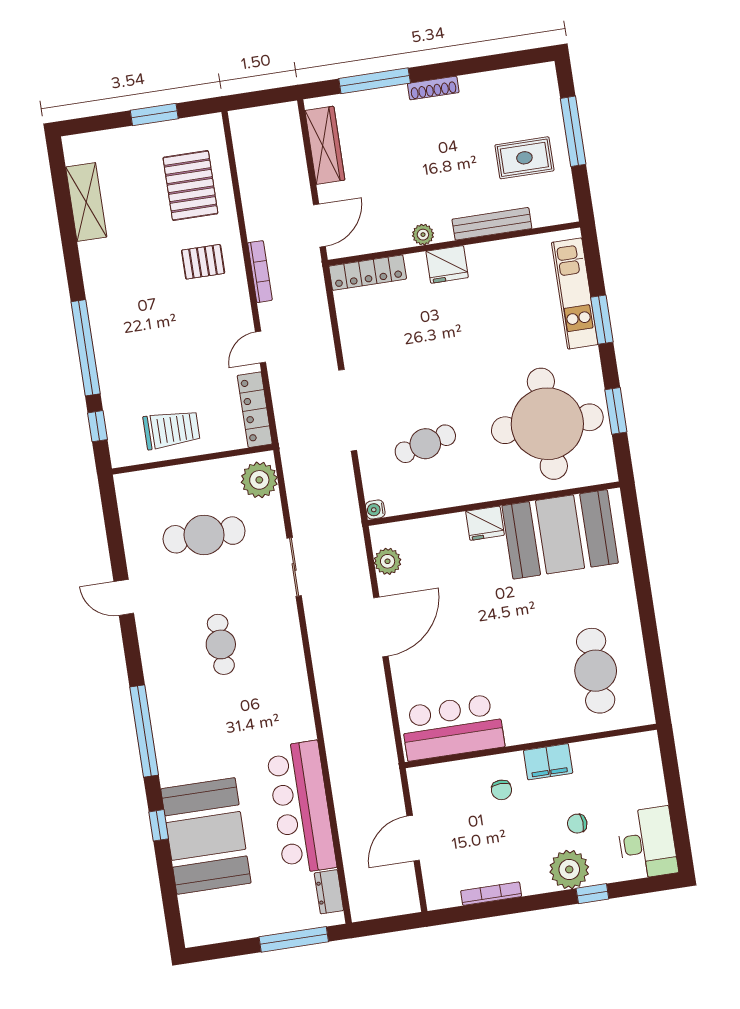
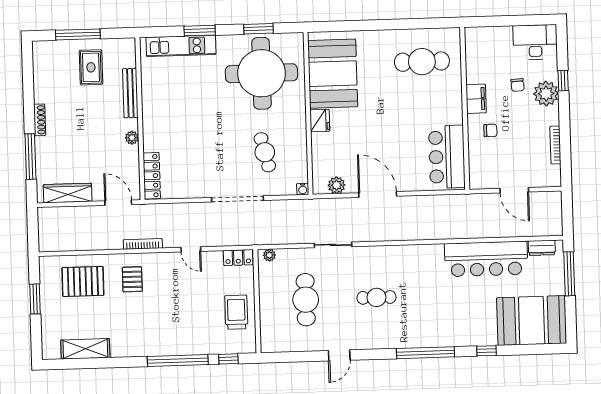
fridge: (447, 264) -> (153, 125), removed
locker: (255, 410) -> (238, 258), width x0.66
plant: (259, 480) -> (269, 255), width x0.53, depth x0.53
booth: (206, 836) -> (532, 320), moved

